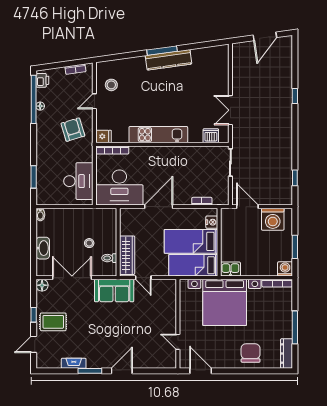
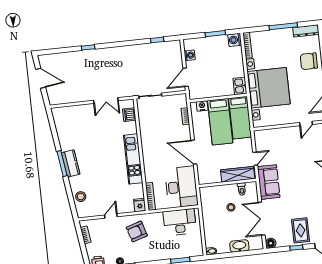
kitchen counter: (168, 60) -> (71, 163), width x0.67
stool: (111, 85) -> (81, 197), moved
door: (94, 101) -> (111, 216), swing flipped
washing machine: (273, 219) -> (190, 55), width x0.53, depth x0.53

